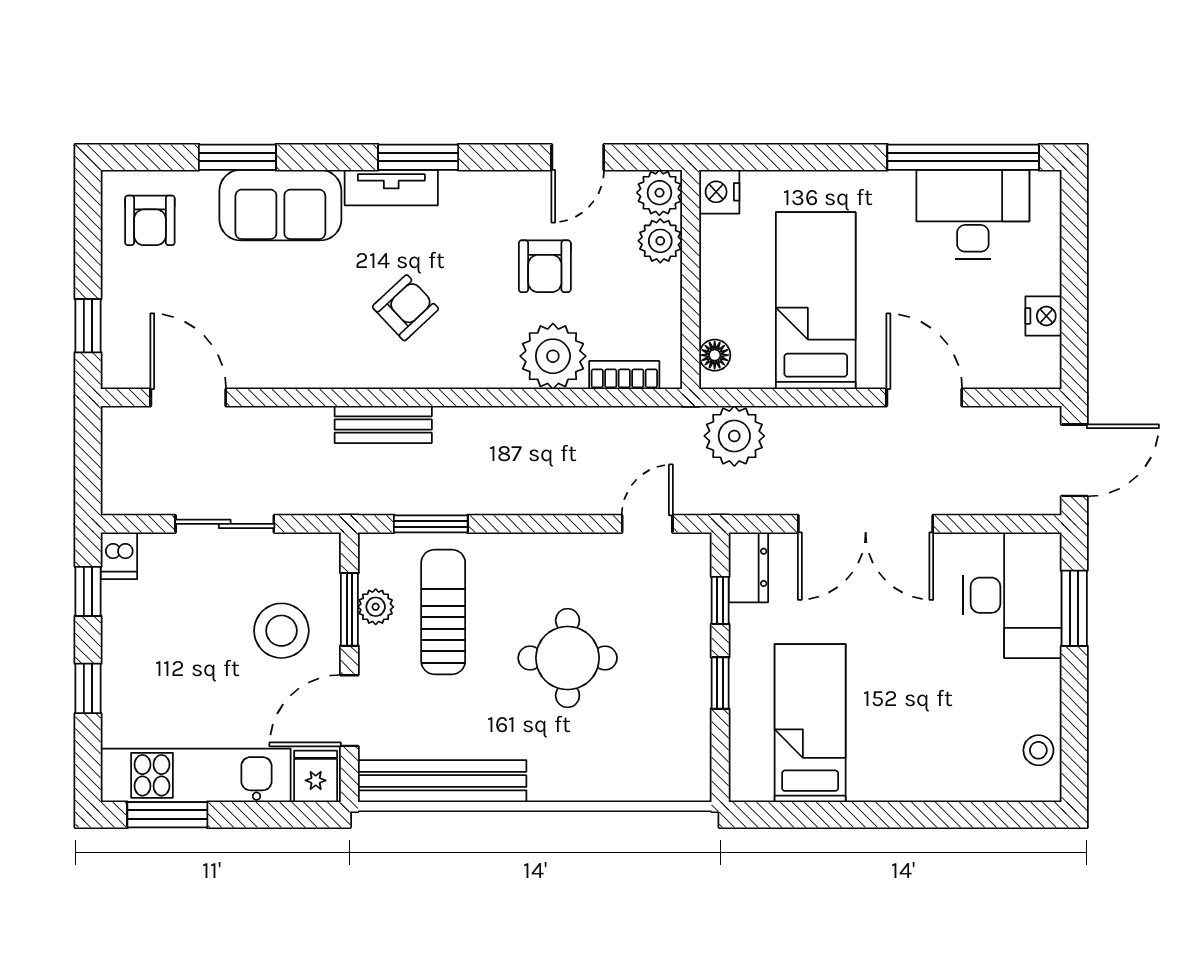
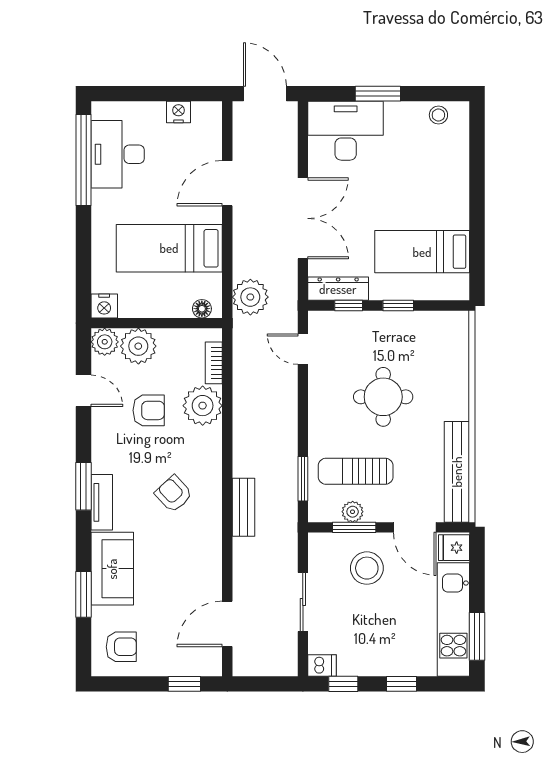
plant: (660, 241) -> (138, 346), width x1.36, depth x1.36
dresser: (748, 567) -> (338, 289), width x1.44
window: (1074, 608) -> (378, 94), moved

